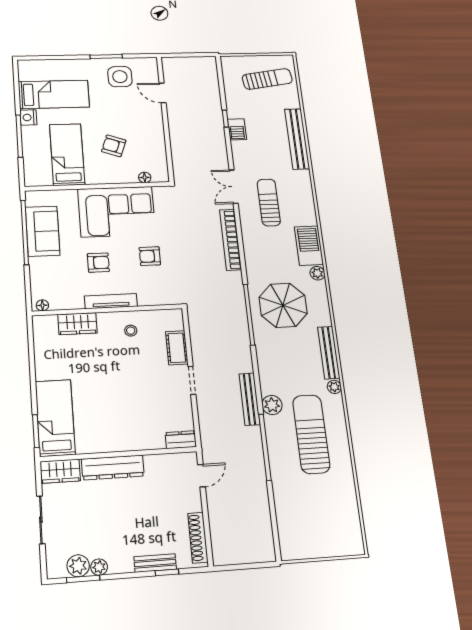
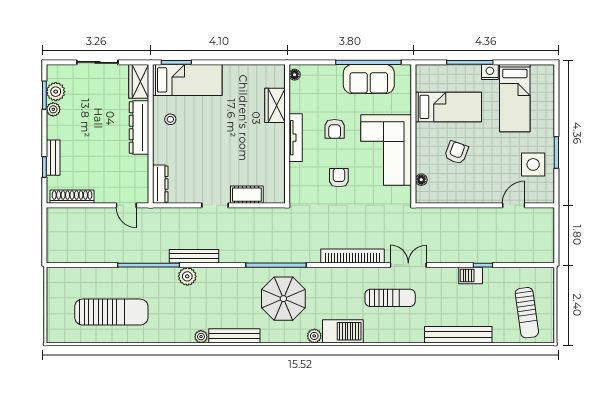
stool: (131, 331) -> (170, 119), moved
sun lounger: (311, 434) -> (111, 312), moved
dresser: (181, 440) -> (160, 184), width x1.44

